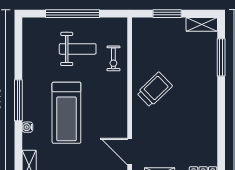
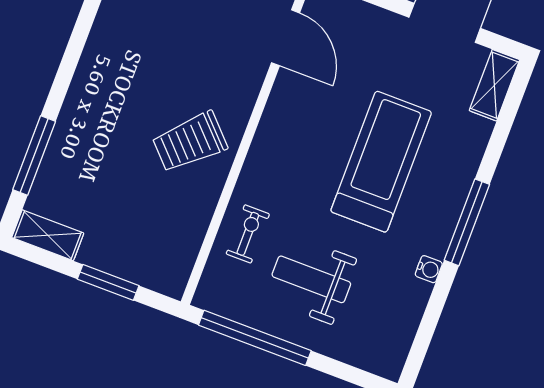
window: (72, 14) -> (255, 338), moved
water cooler: (27, 127) -> (429, 269), moved

